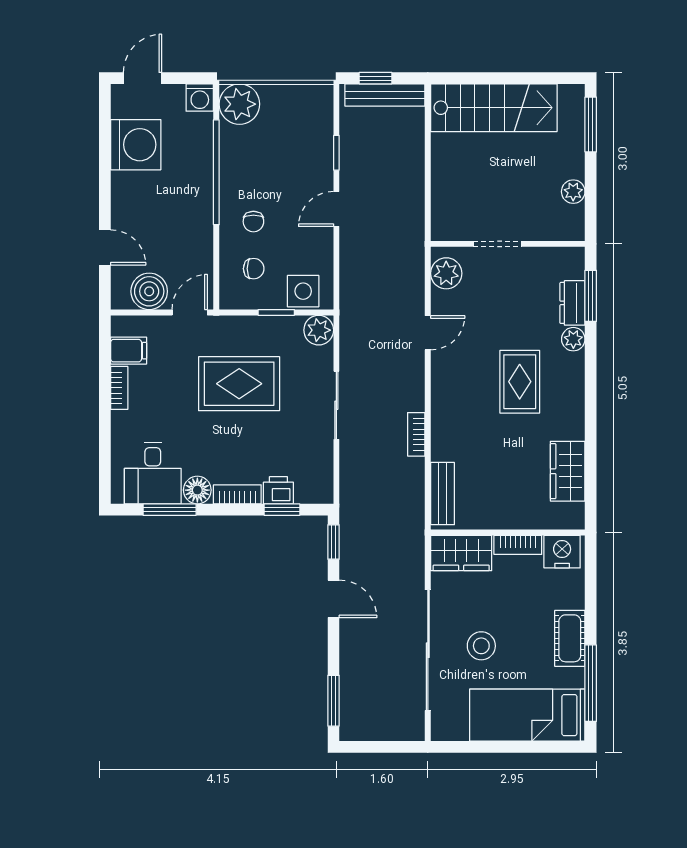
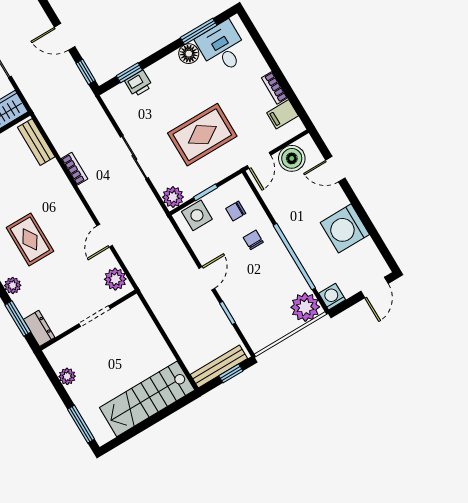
washing machine: (136, 145) -> (345, 228), moved
dresser: (572, 303) -> (39, 328), moved
bookcase: (237, 494) -> (163, 66), removed

